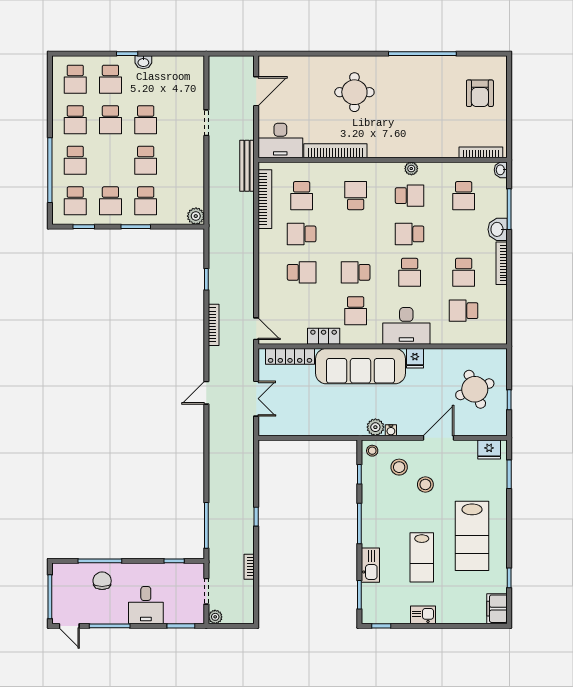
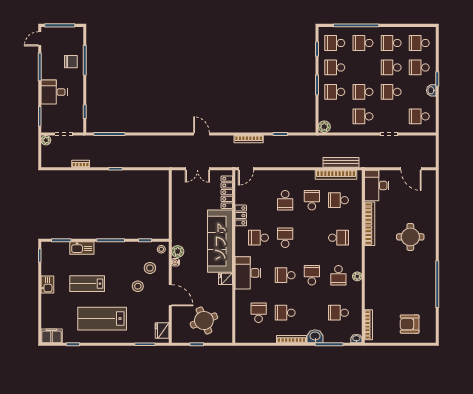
school desk: (181, 79) -> (419, 116), added
school desk: (181, 160) -> (363, 116), added
bench: (247, 166) -> (341, 162), moved

